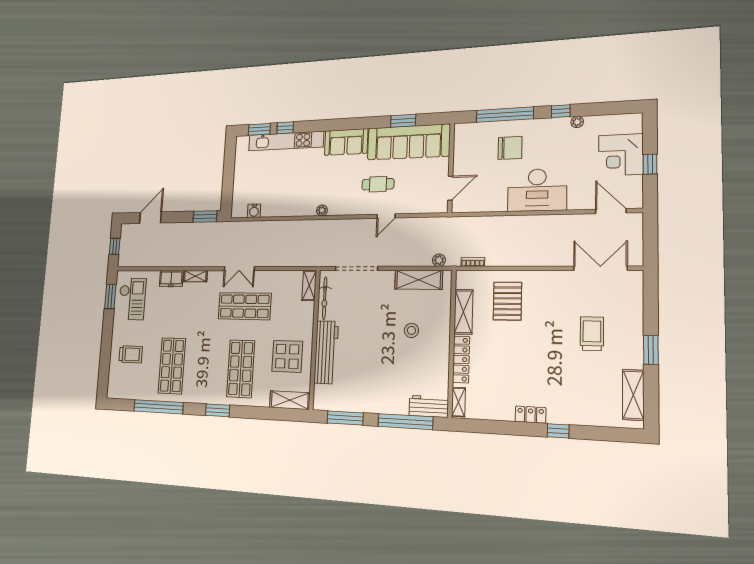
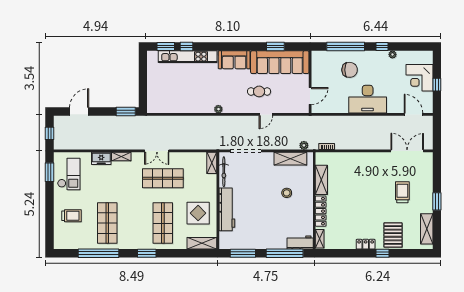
water cooler: (254, 211) -> (166, 108), removed
pallet: (507, 301) -> (393, 235), moved

